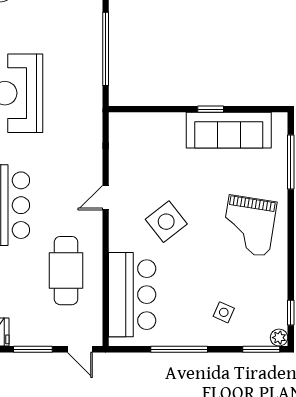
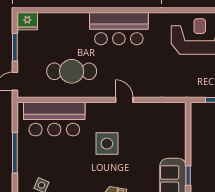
side table: (166, 222) -> (107, 144), turned 38

